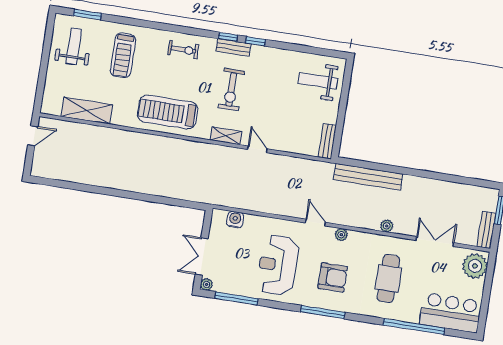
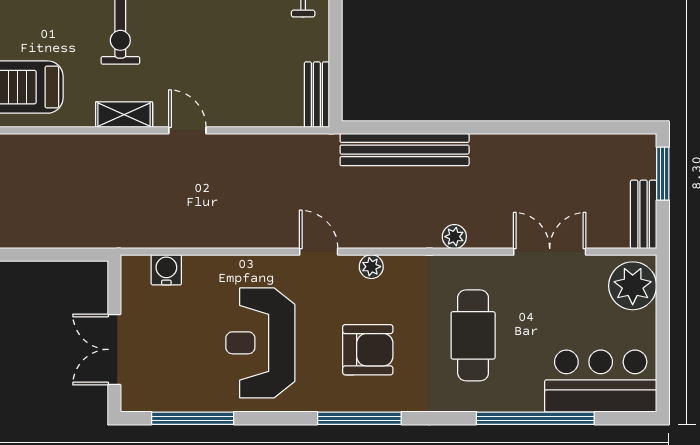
plant: (207, 284) -> (132, 401), removed

